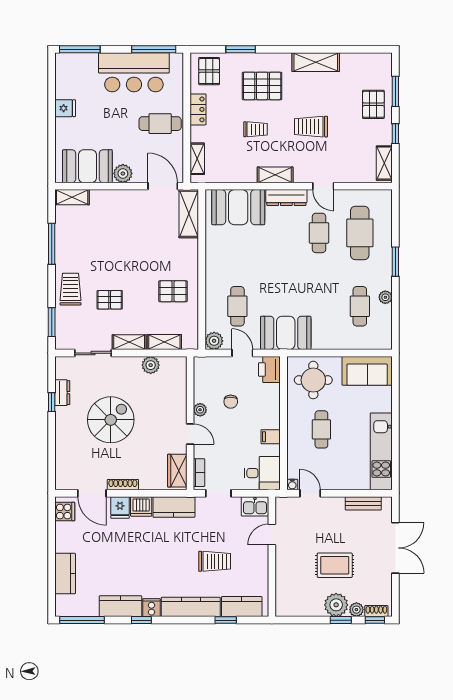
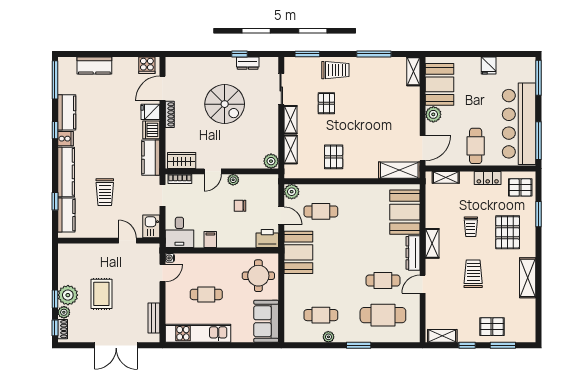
bar counter: (134, 72) -> (519, 124), width x1.36
door: (242, 353) -> (281, 216), hinge flipped
plant: (151, 365) -> (271, 161), moved
cafe table: (321, 429) -> (206, 294), moved

